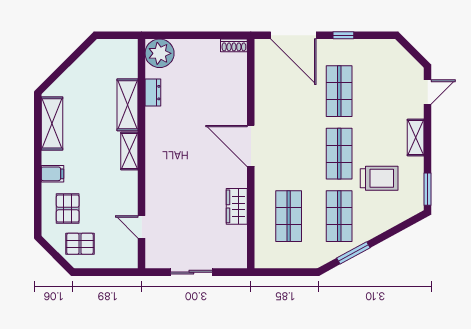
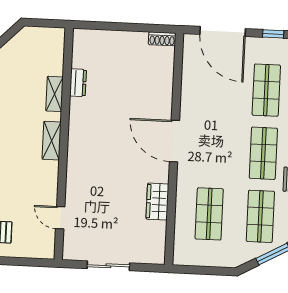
plant: (160, 53) -> (87, 43), removed
shelving: (128, 105) -> (54, 94), width x0.67, depth x0.75

